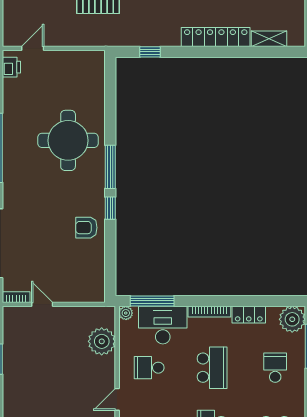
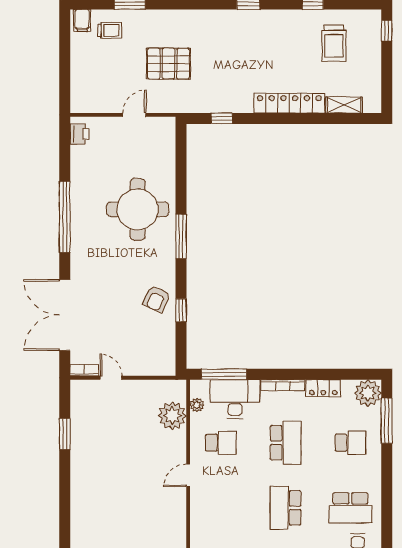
door: (33, 48) -> (134, 115), moved
window: (110, 208) -> (181, 310), moved
armchair: (86, 228) -> (157, 299), turned -65
plant: (126, 313) -> (197, 405), moved
school desk: (149, 368) -> (221, 443), turned 180
school desk: (275, 368) -> (350, 443), turned 90

